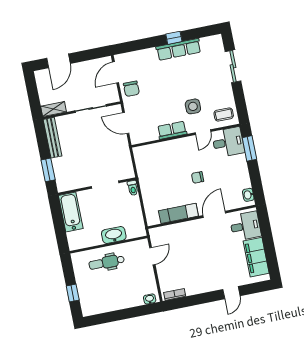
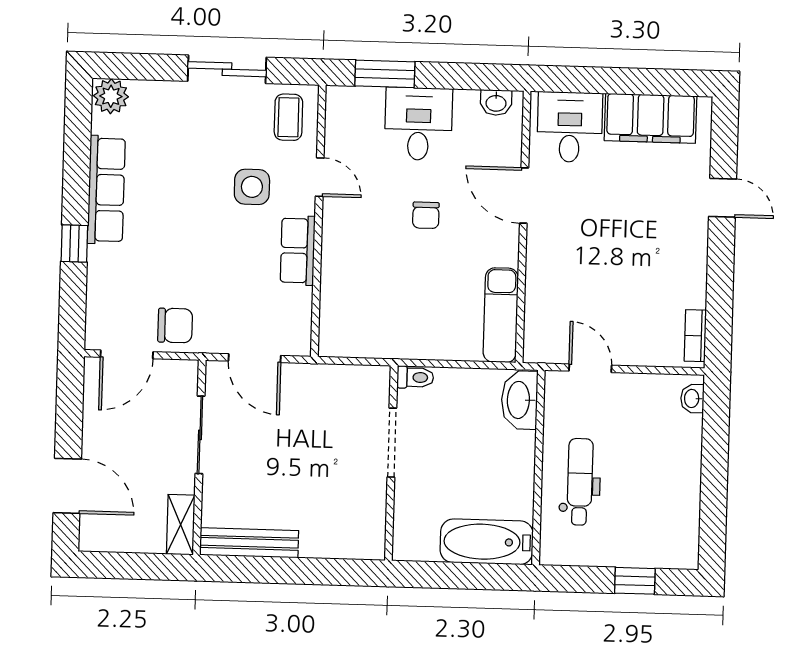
window: (174, 38) -> (74, 243), moved
plant: (216, 43) -> (111, 96), added
sliding door: (233, 66) -> (227, 69), moved
door: (116, 72) -> (127, 354), hinge flipped
door: (126, 123) -> (255, 358), hinge flipped
desk: (228, 142) -> (418, 124), moved
window: (48, 170) -> (324, 572), removed
bathtub: (71, 212) -> (487, 542), moved
exam couch: (178, 213) -> (501, 315), moved
washbasin: (114, 235) -> (519, 400), moved
dental chair: (107, 262) -> (580, 482), turned 180

